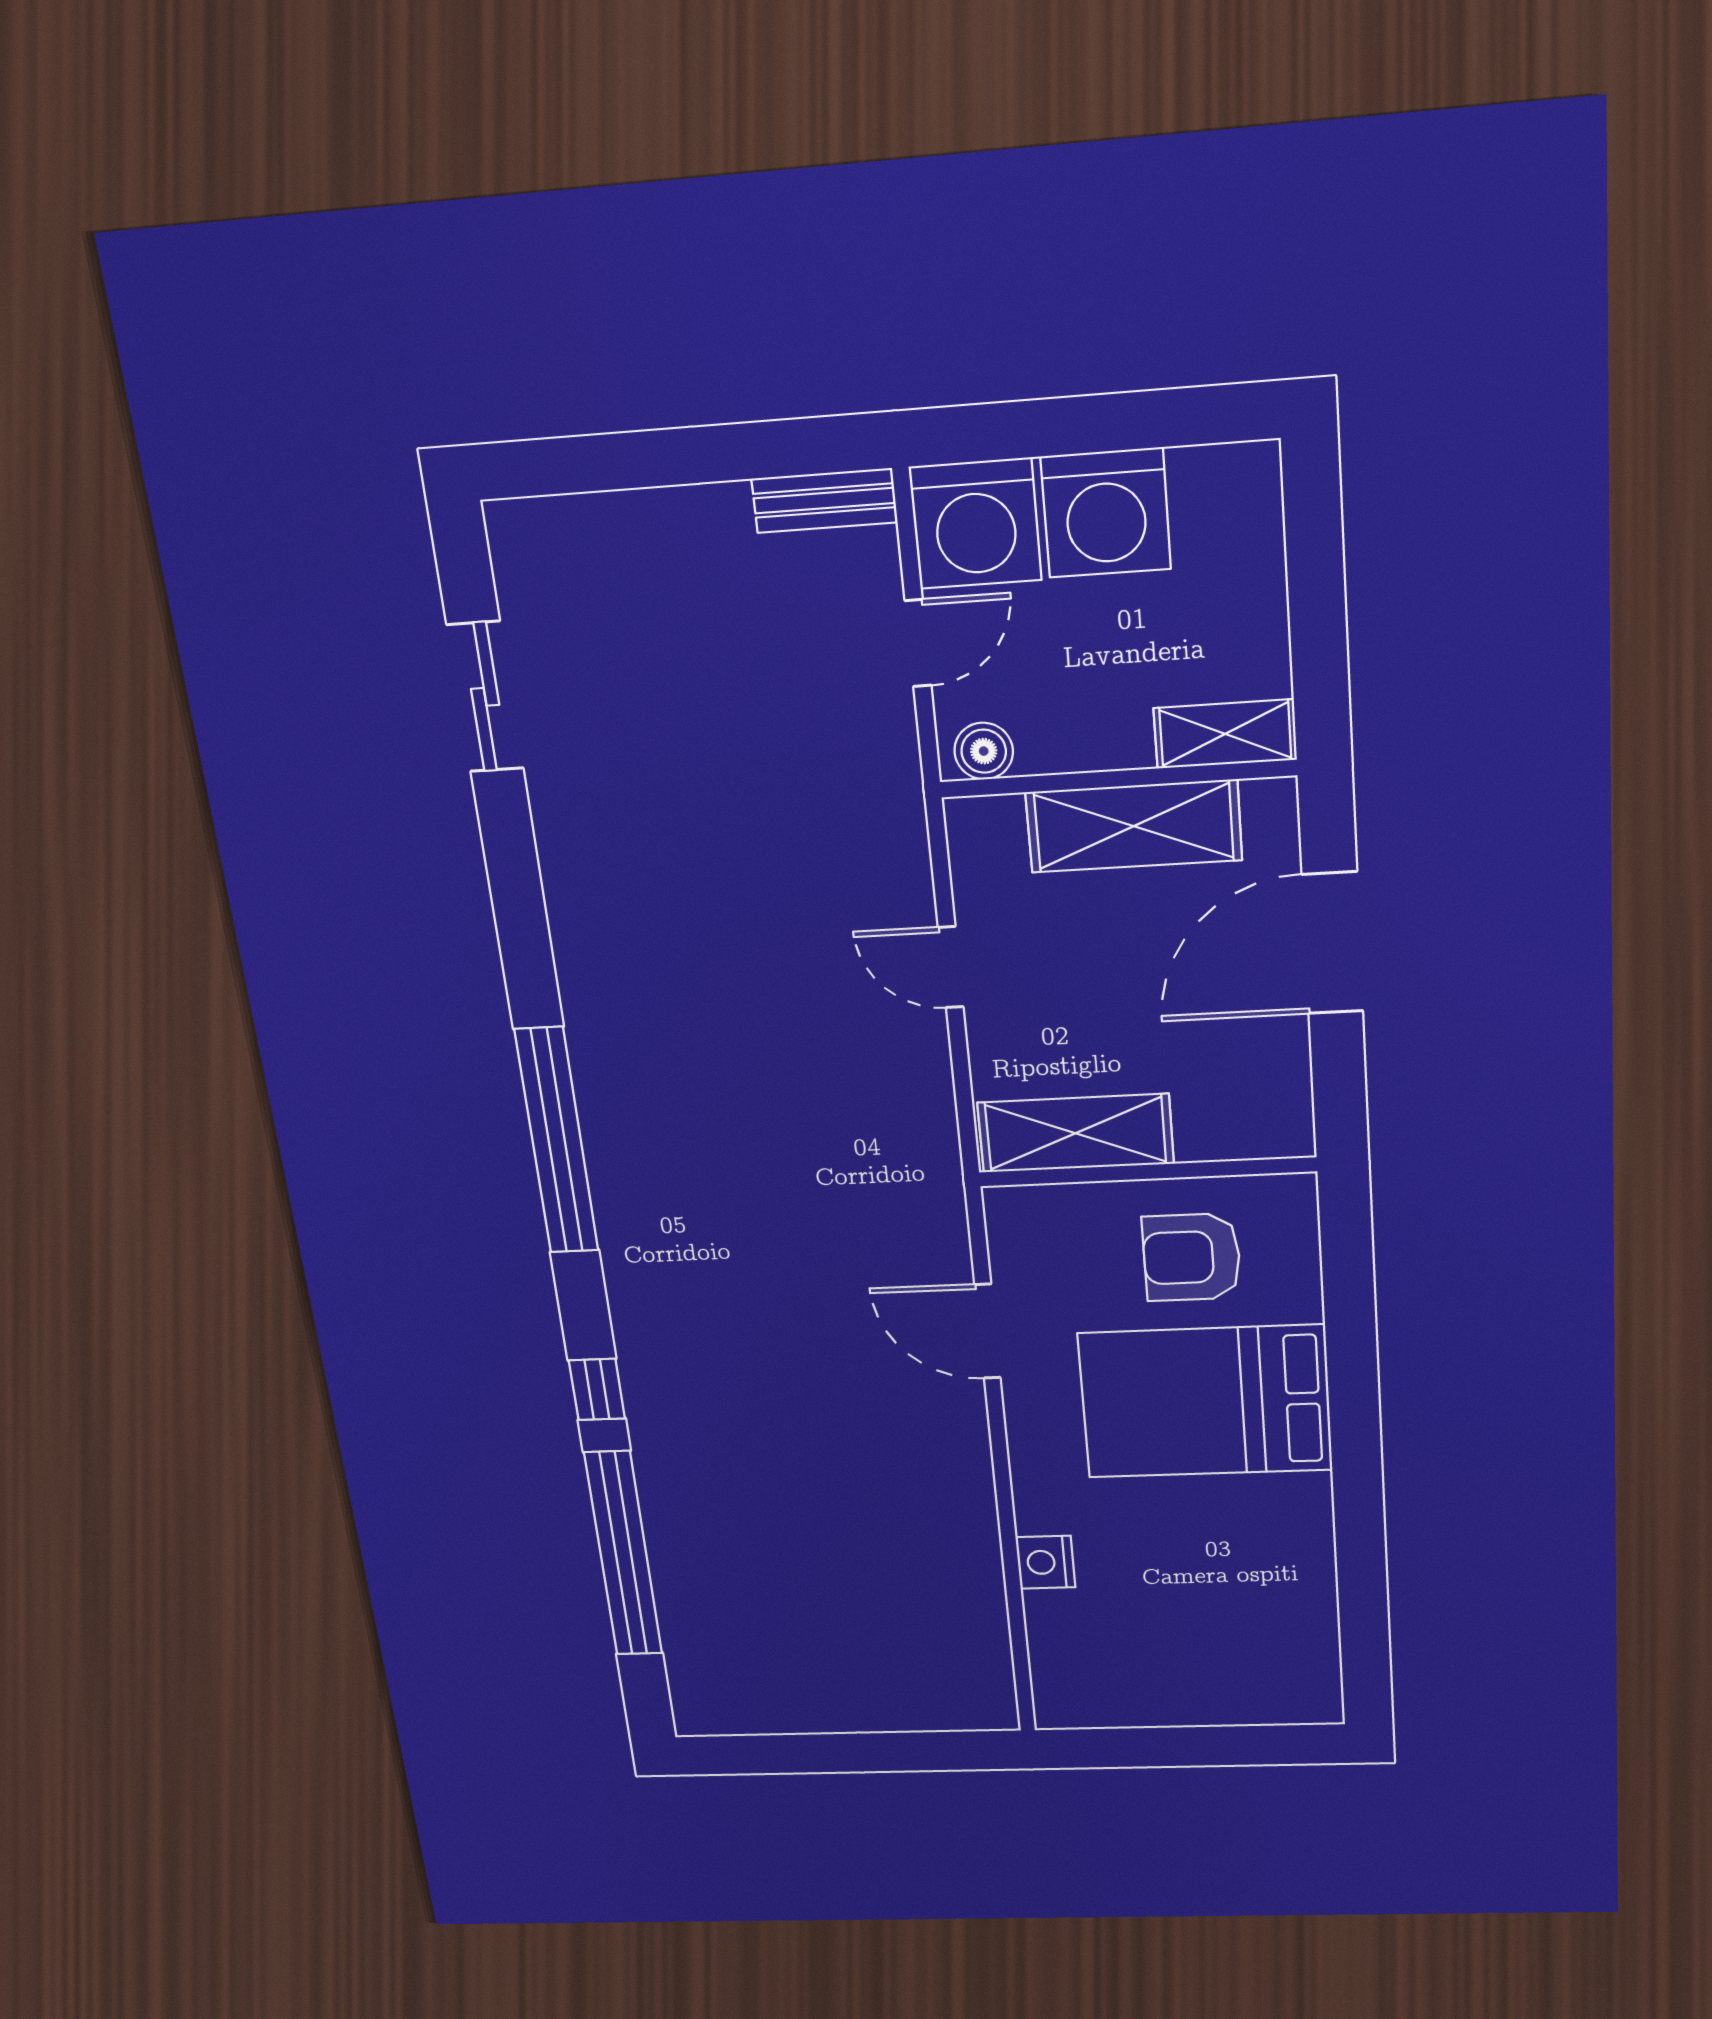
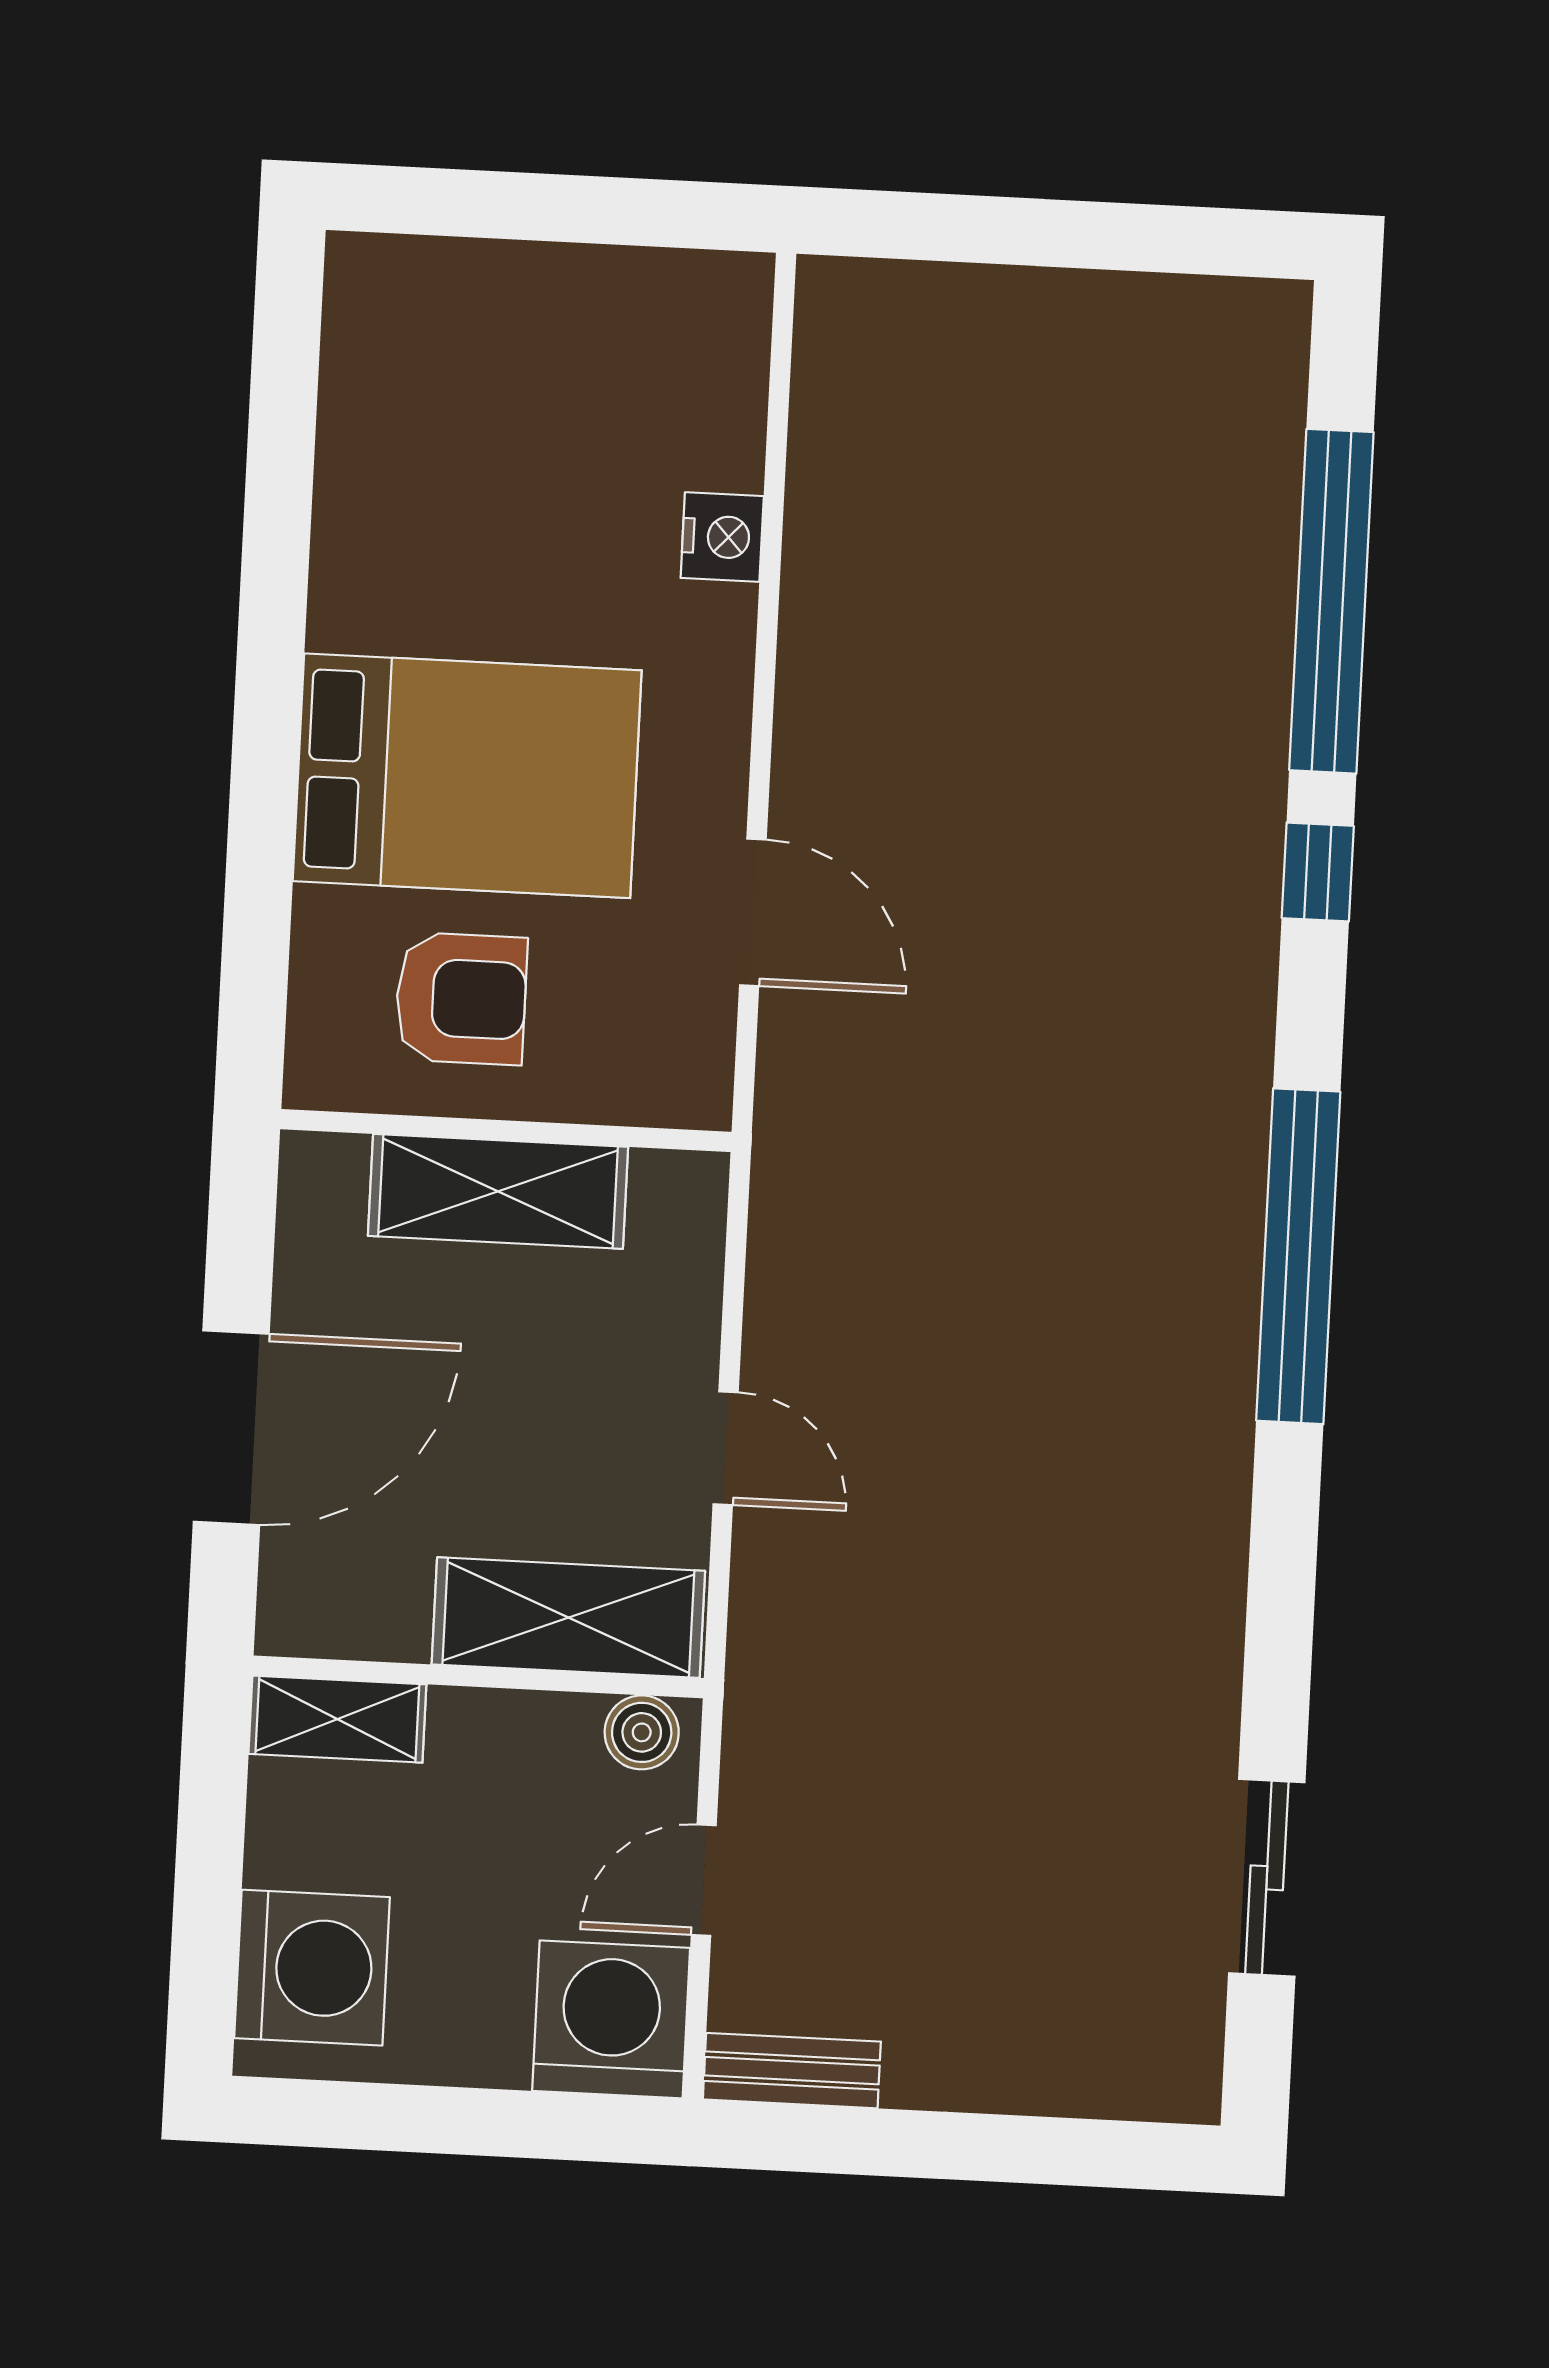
washing machine: (1106, 513) -> (312, 1968), moved, turned 90
shelving: (1134, 826) -> (568, 1618), moved
shelving: (1076, 1133) -> (498, 1191), moved

